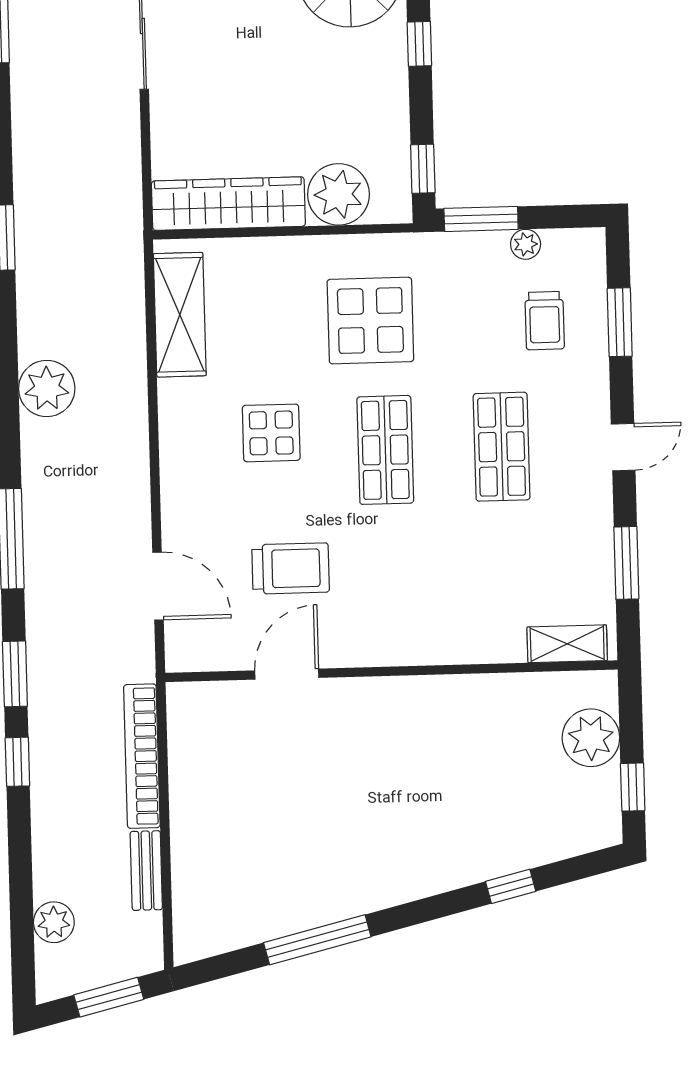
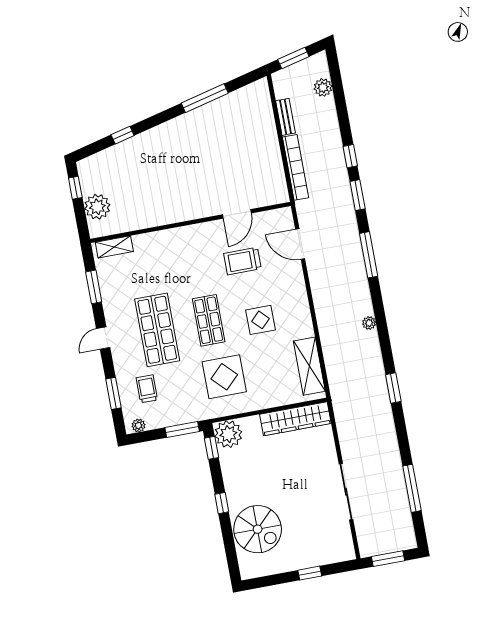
plant: (339, 194) -> (228, 434), moved
plant: (526, 244) -> (138, 426), moved
plant: (47, 388) -> (369, 323), width x0.53, depth x0.53
shop shelf: (502, 447) -> (157, 330), width x1.43, depth x1.36

